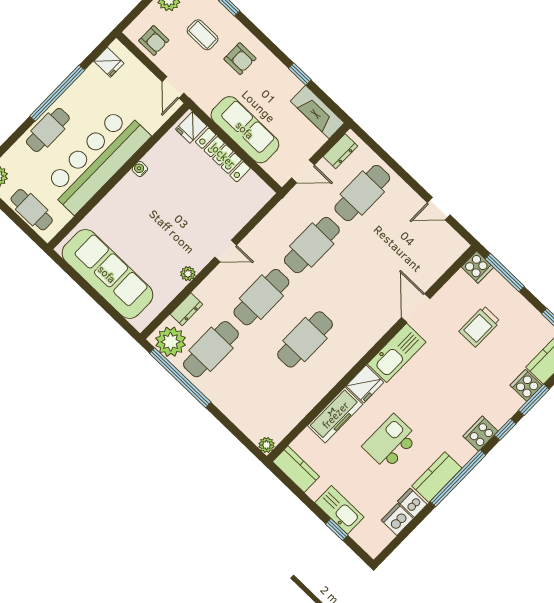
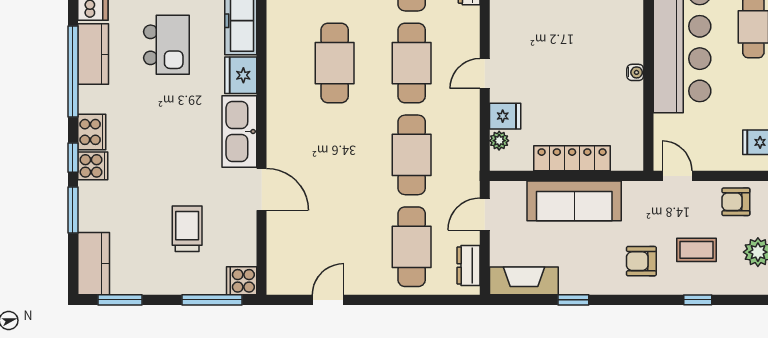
fridge: (191, 127) -> (505, 116), moved, turned 90
plant: (188, 274) -> (499, 141), moved
cooker: (526, 385) -> (93, 166), moved

